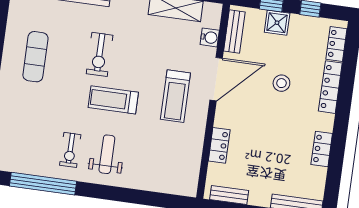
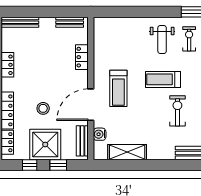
shower: (277, 23) -> (45, 144), width x1.86, depth x1.86
treadmill: (175, 96) -> (118, 88), turned 180
treadmill: (113, 100) -> (163, 79), turned 180

